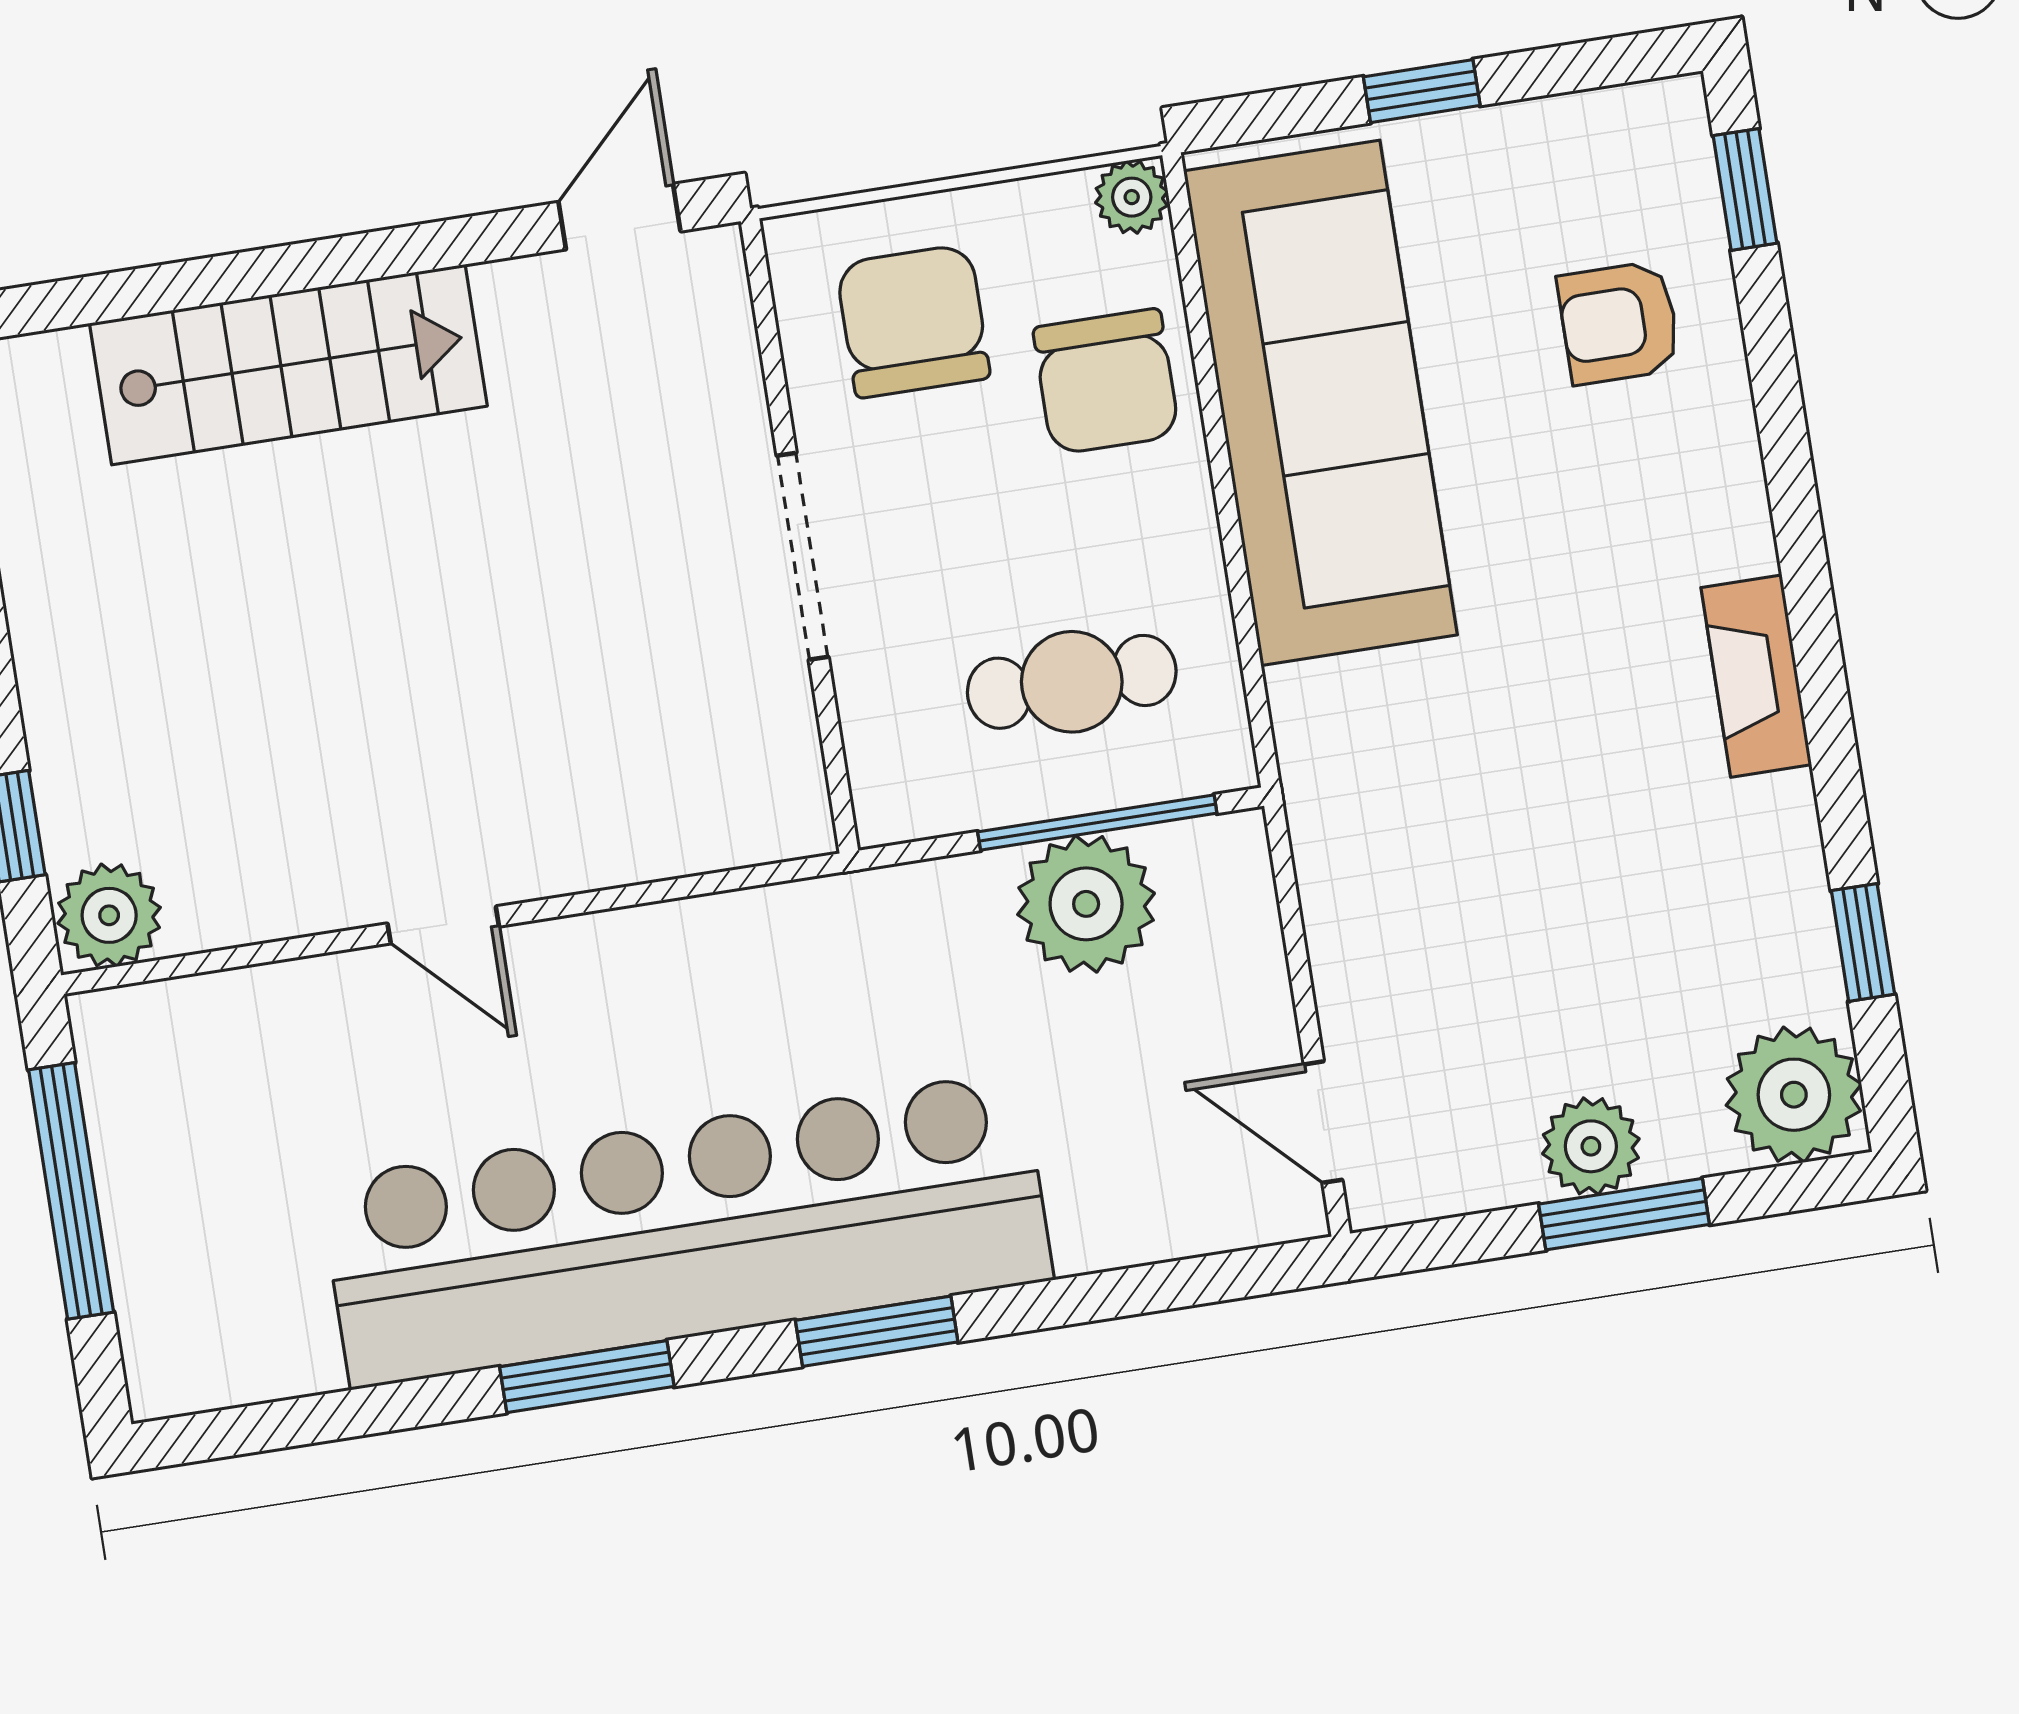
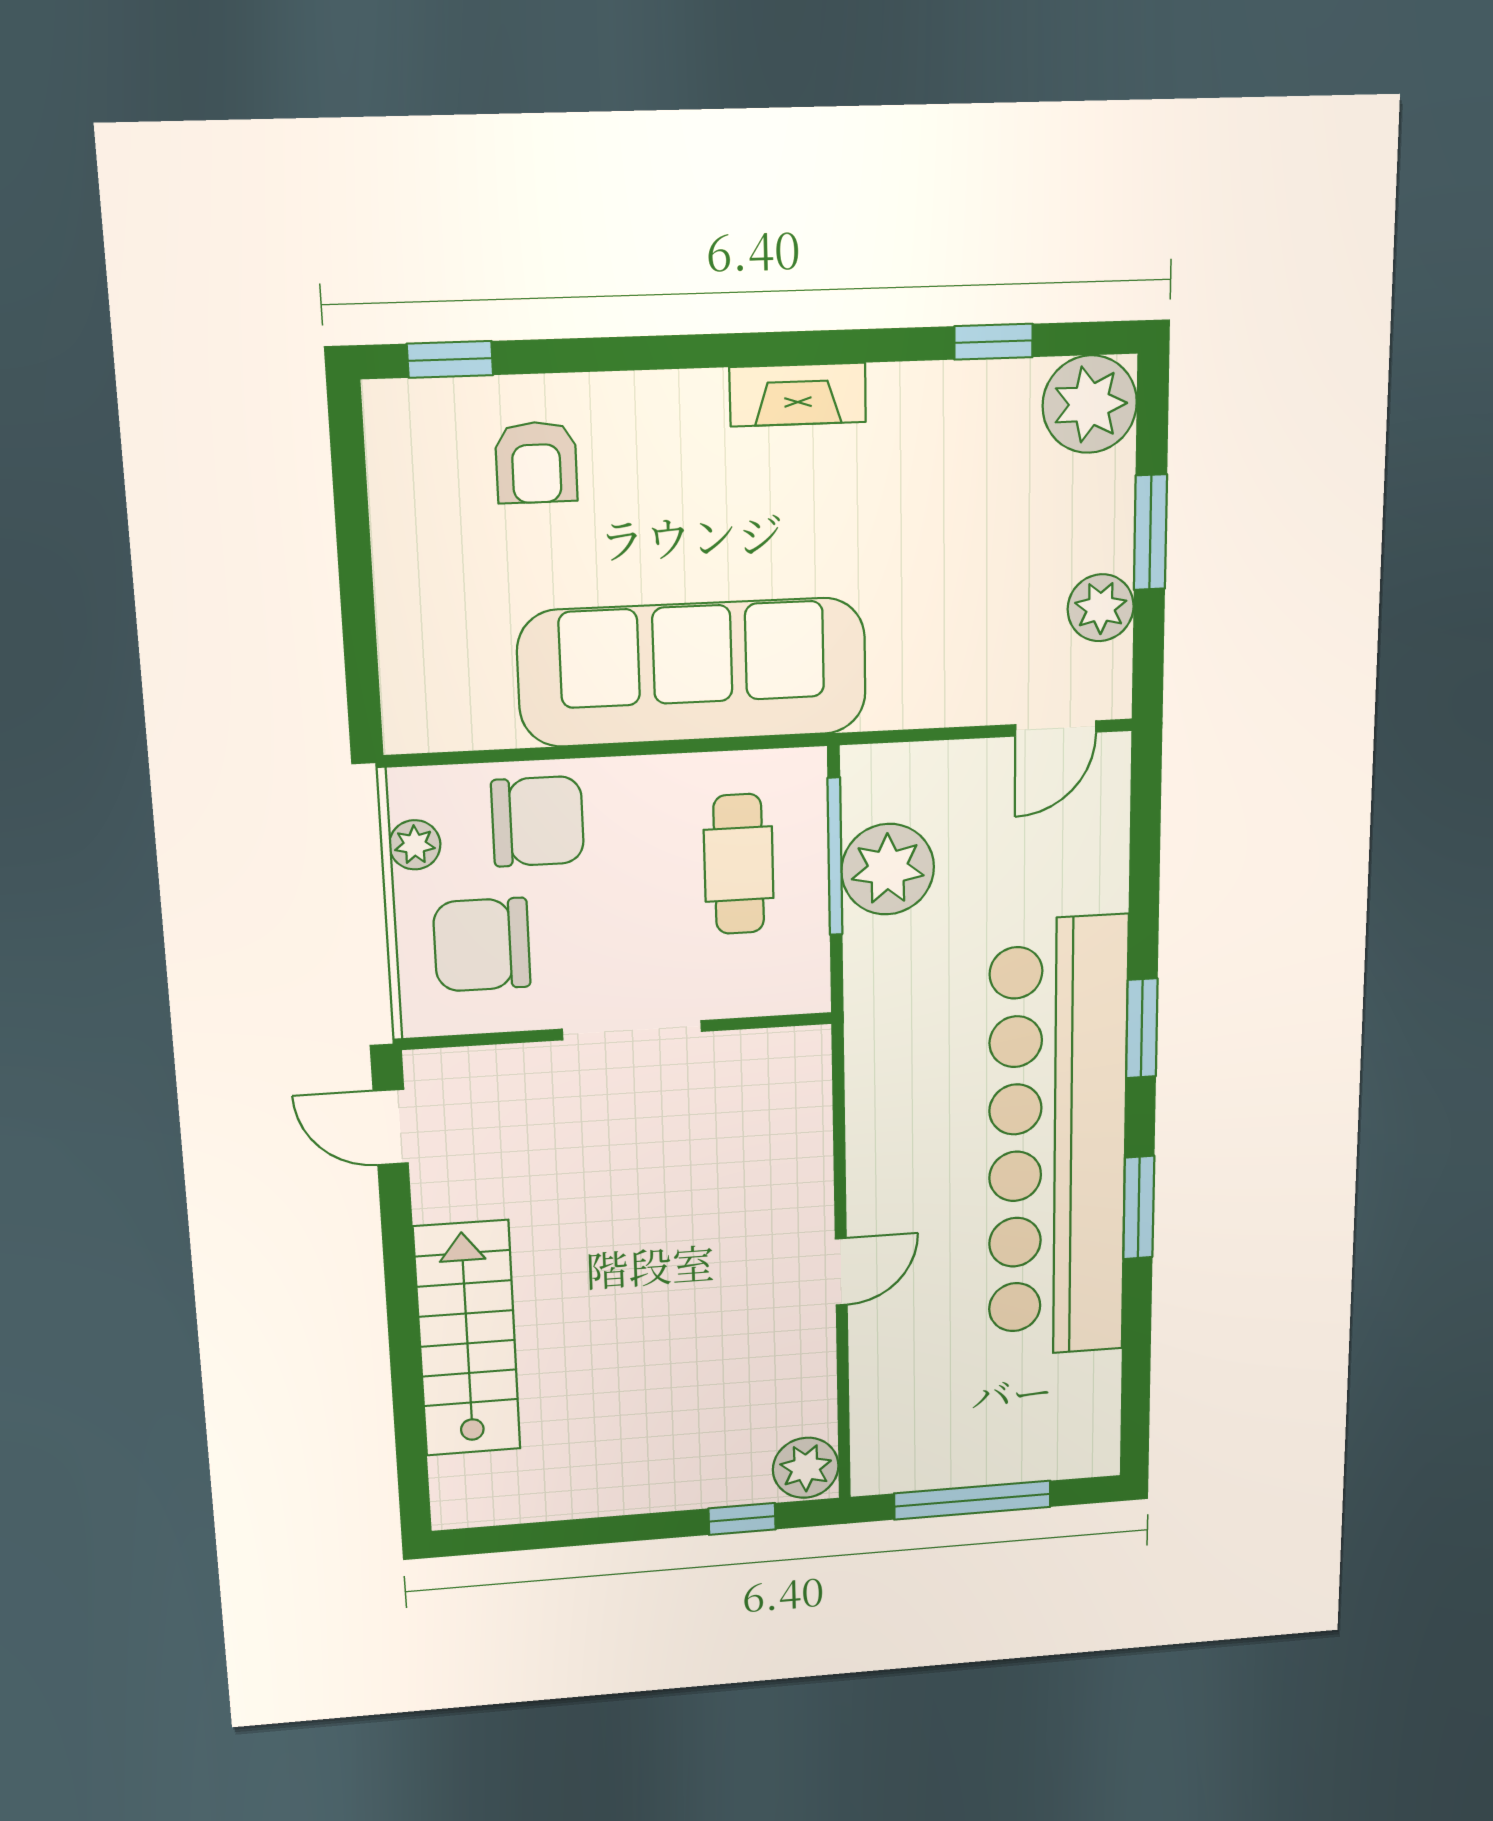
window: (1422, 91) -> (356, 583), removed
plant: (1132, 197) -> (415, 845), moved
sofa: (1320, 403) -> (693, 672), moved
plant: (1591, 1146) -> (1101, 608), moved

